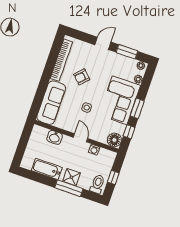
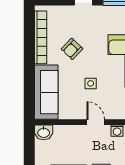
washbasin: (55, 137) -> (44, 132), moved

